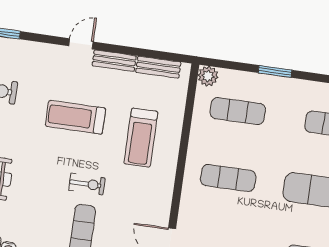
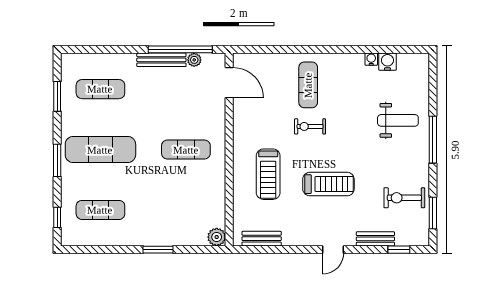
bench: (114, 61) -> (375, 239), moved
exercise mat: (238, 111) -> (186, 210), removed
treadmill: (141, 138) -> (268, 174), turned 180

